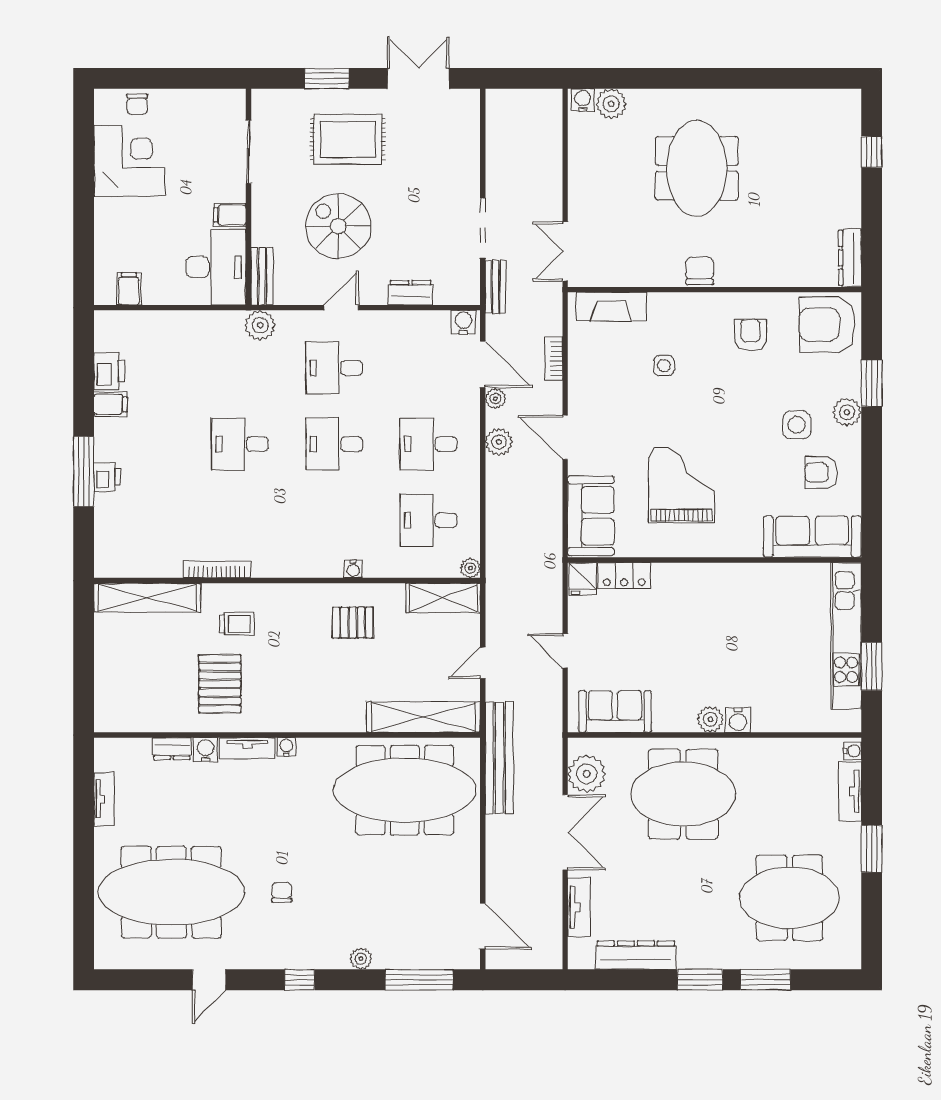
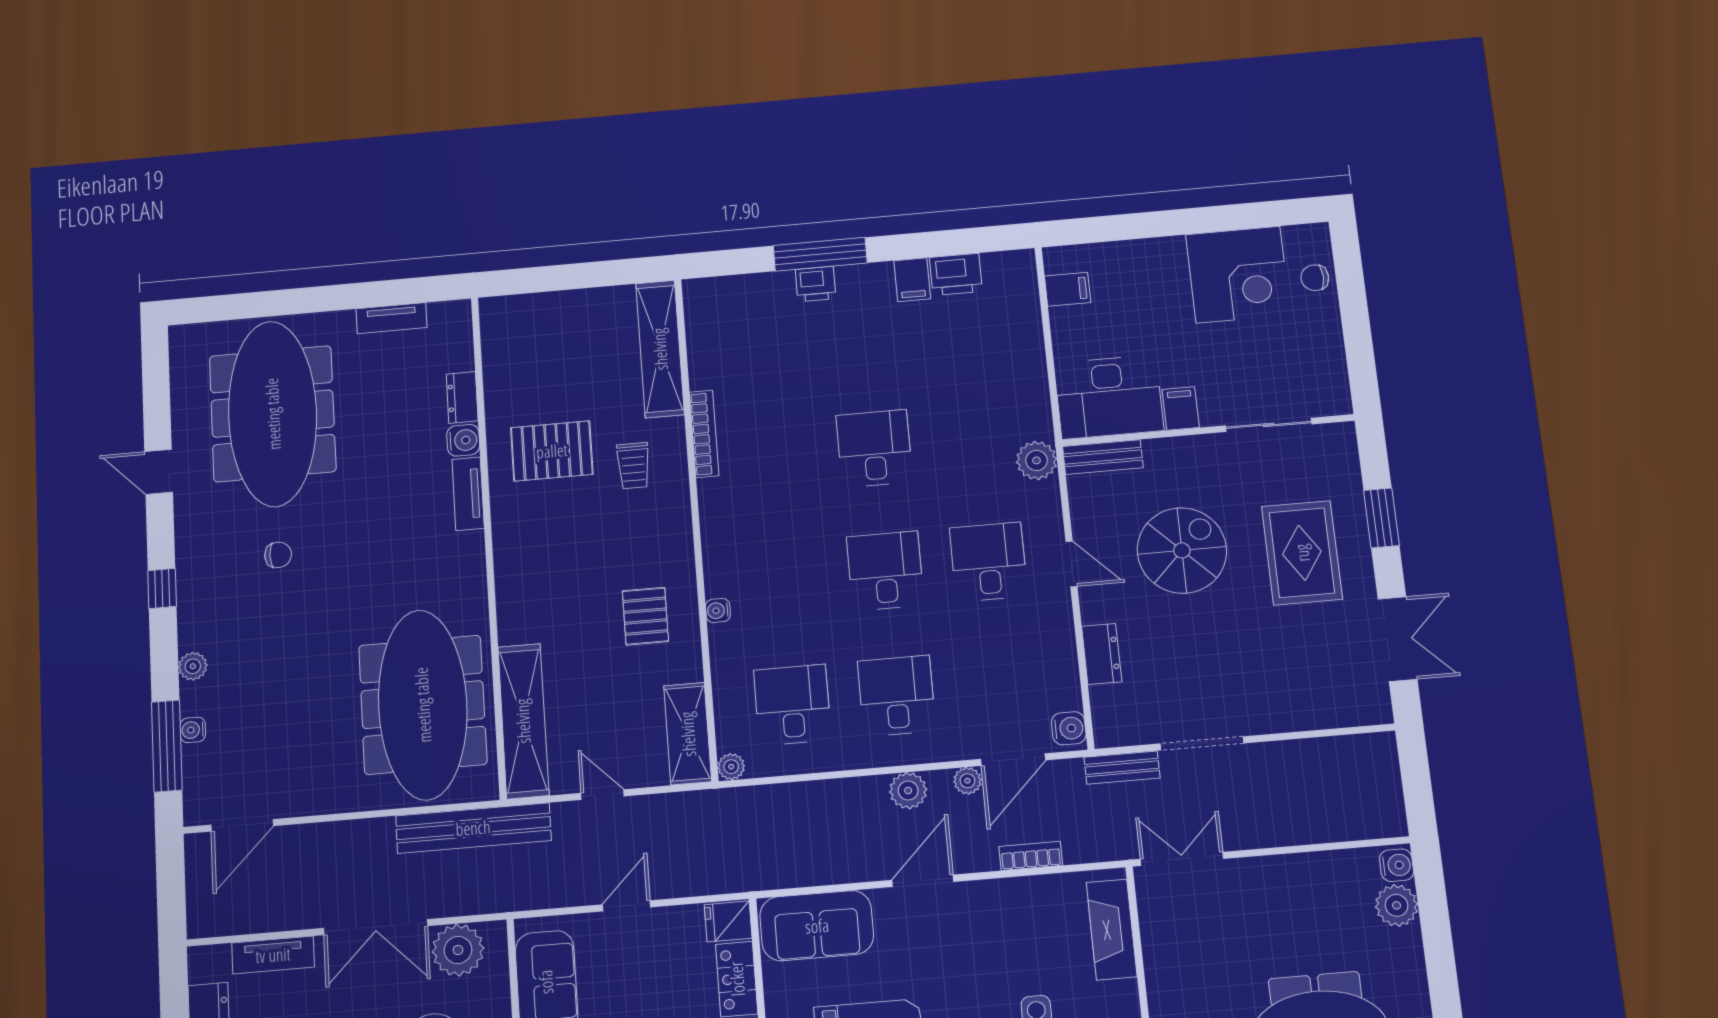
water cooler: (286, 747) -> (193, 730), moved, turned 180

